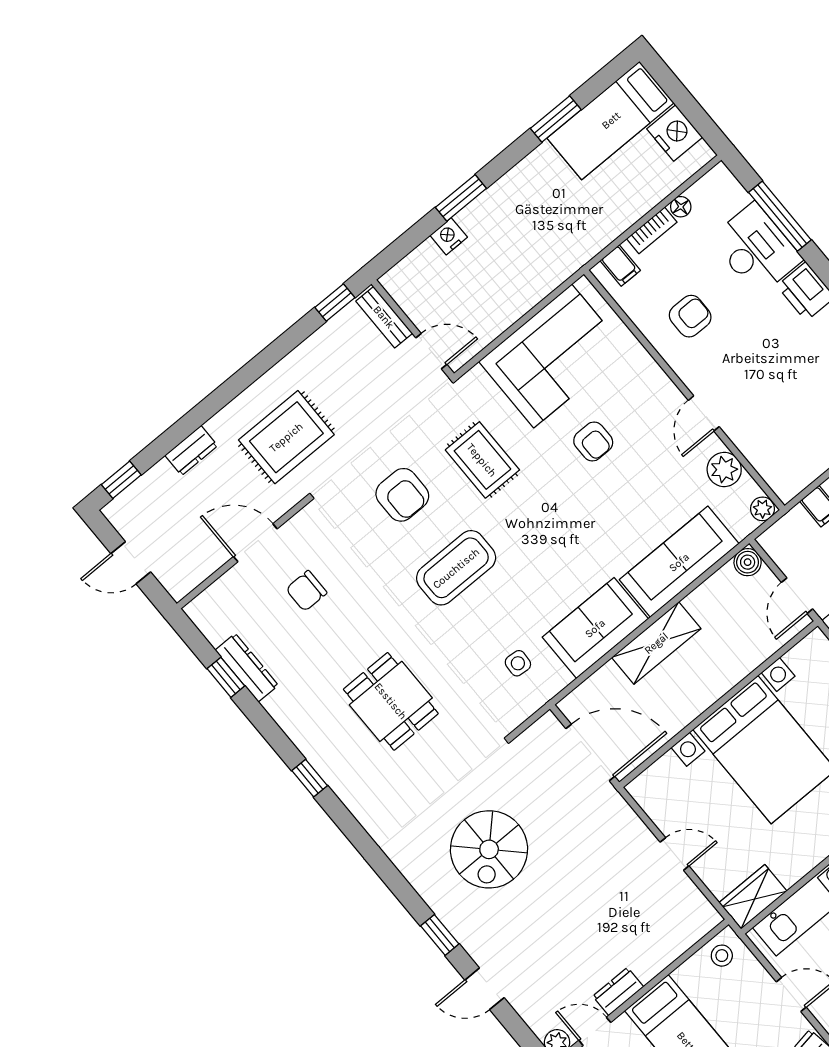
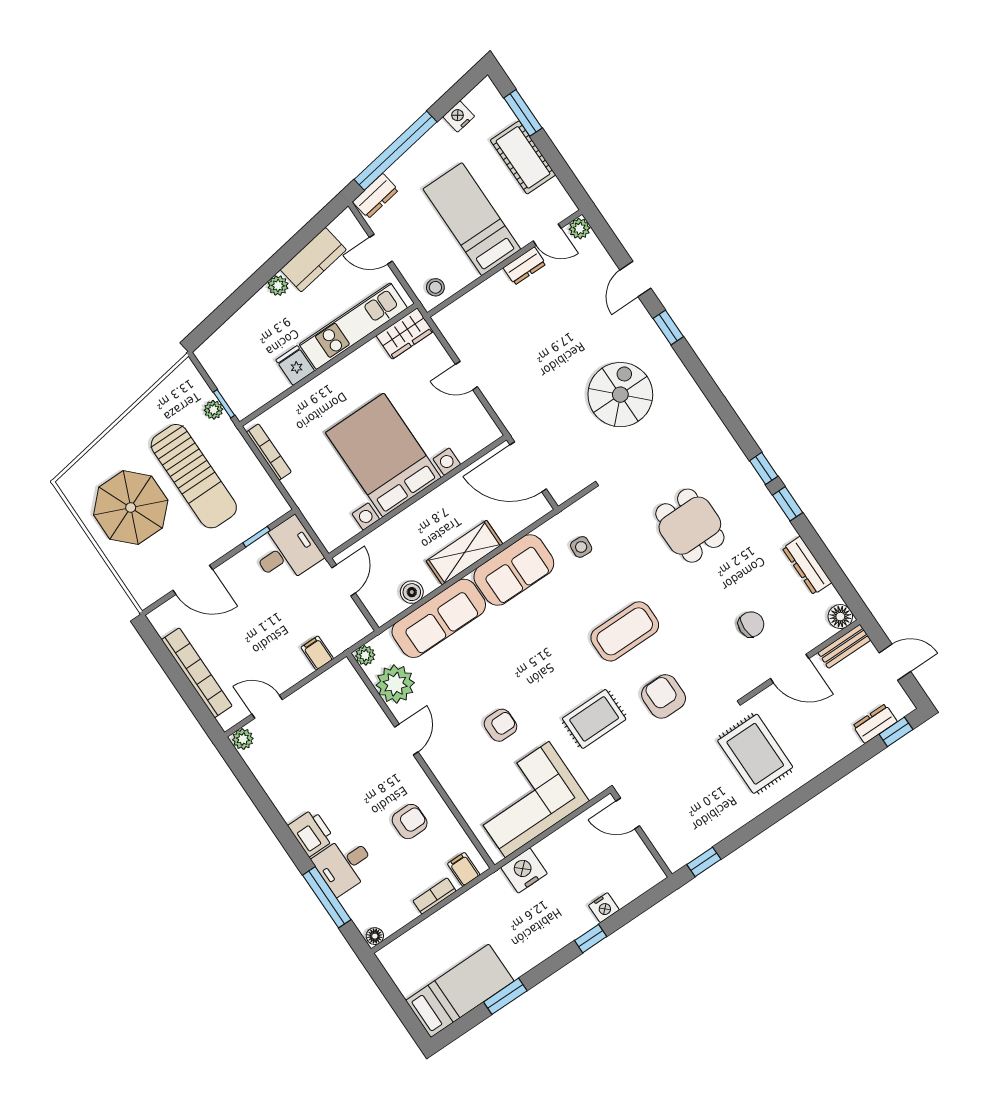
nightstand: (675, 133) -> (524, 871), moved, turned 90
window: (461, 198) -> (591, 939), width x0.67
floor lamp: (681, 207) -> (375, 936), moved
desk: (756, 249) -> (344, 865), width x0.73
armchair: (690, 316) -> (410, 822), turned 180
bench: (384, 317) -> (844, 646), moved, turned 90
rug: (286, 437) -> (755, 754), turned 90
armchair: (593, 442) -> (500, 725), turned 90
dresser: (191, 451) -> (875, 724), moved
rug: (482, 460) -> (594, 719), turned 90
plant: (724, 470) -> (395, 684), width x1.36, depth x1.36
boiler: (748, 562) -> (412, 592), moved
floor lamp: (201, 611) -> (840, 617), added
window: (226, 677) -> (788, 504), moved
door: (484, 989) -> (635, 279), swing flipped

